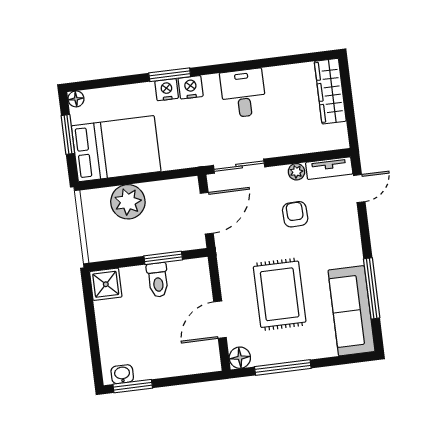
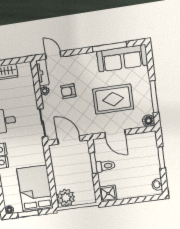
plant: (128, 202) -> (66, 198), moved
door: (220, 320) -> (115, 134), moved
window: (133, 386) -> (161, 158), moved

